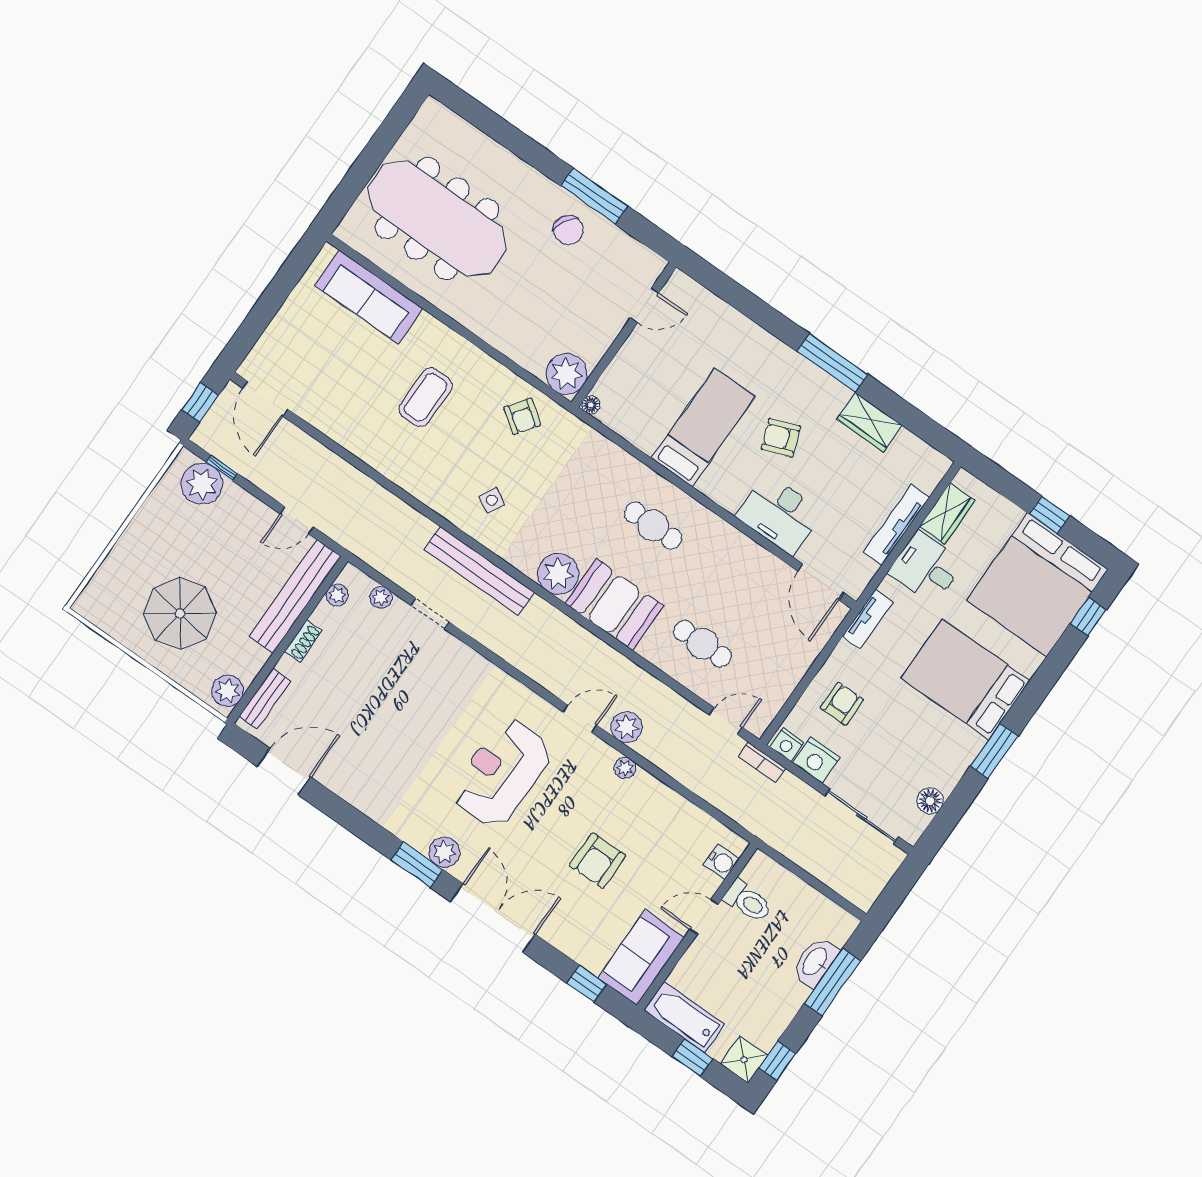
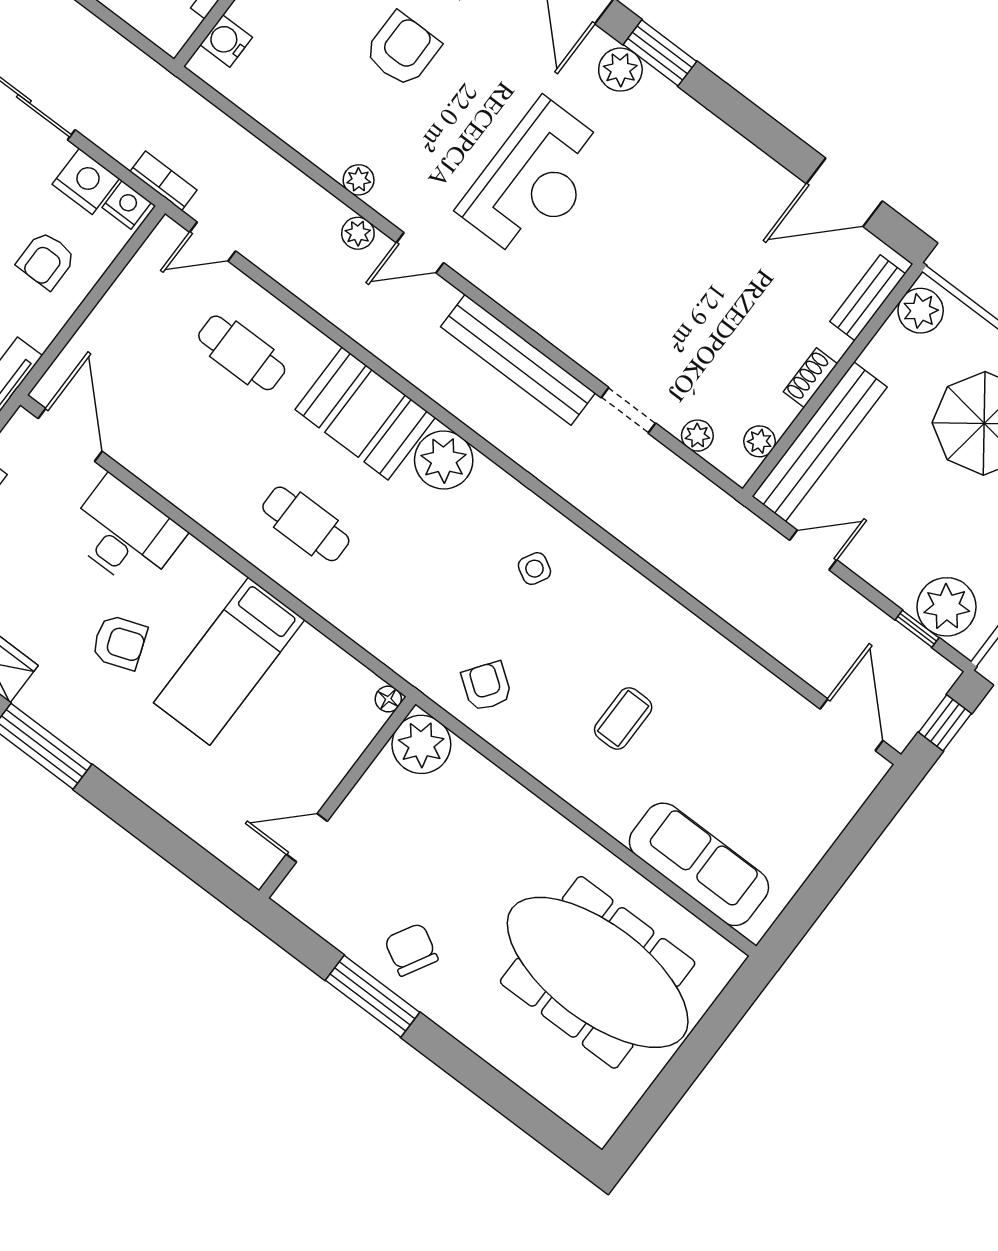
coffee table: (426, 397) -> (623, 718), width x0.73, depth x0.77
bench: (479, 571) -> (518, 360), moved
plant: (627, 727) -> (358, 233), width x0.73, depth x0.73

